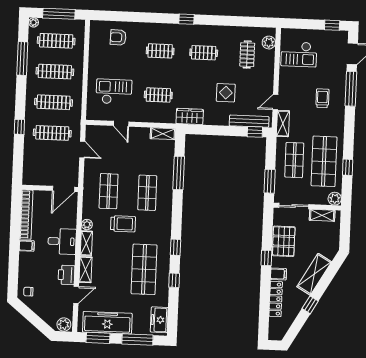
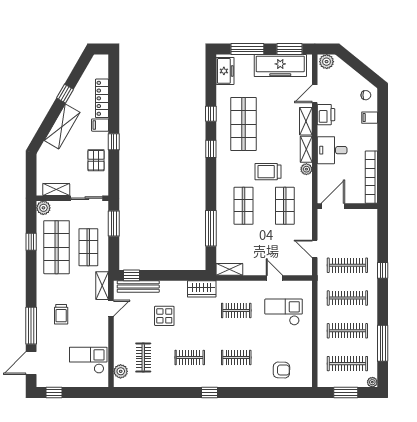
window: (59, 14) -> (346, 393), width x0.69
checkout: (114, 92) -> (284, 312), turned 180
pallet: (284, 241) -> (96, 160), width x0.67, depth x0.71
filing cabinet: (27, 246) -> (370, 118), moved

